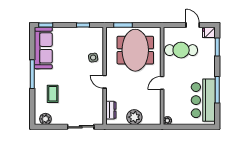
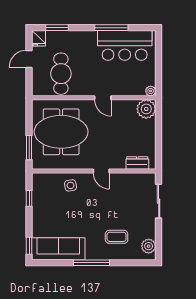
door: (105, 82) -> (101, 171), hinge flipped
plant: (134, 117) -> (146, 109), moved

